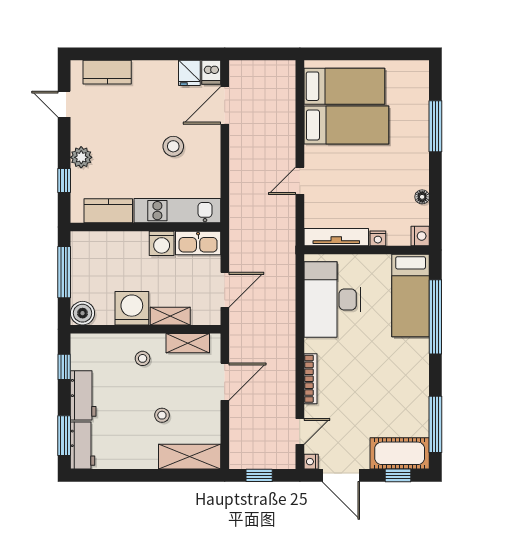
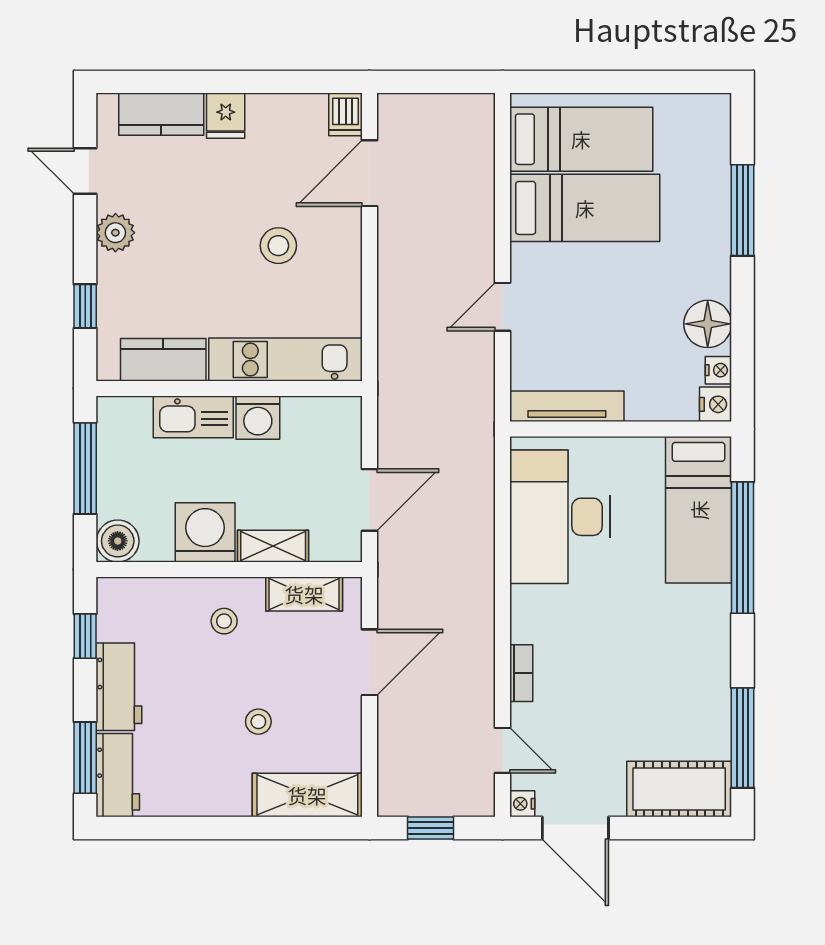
fridge: (189, 73) -> (226, 116), moved
plant: (81, 157) -> (115, 233), moved
floor lamp: (422, 197) -> (708, 324), width x1.89, depth x1.89
nightstand: (378, 238) -> (718, 370), moved, turned -90
kitchen sink: (198, 243) -> (193, 417), moved
bookcase: (310, 379) -> (521, 673), width x0.64
door: (300, 431) -> (503, 750), hinge flipped
window: (398, 475) -> (676, 828), removed

